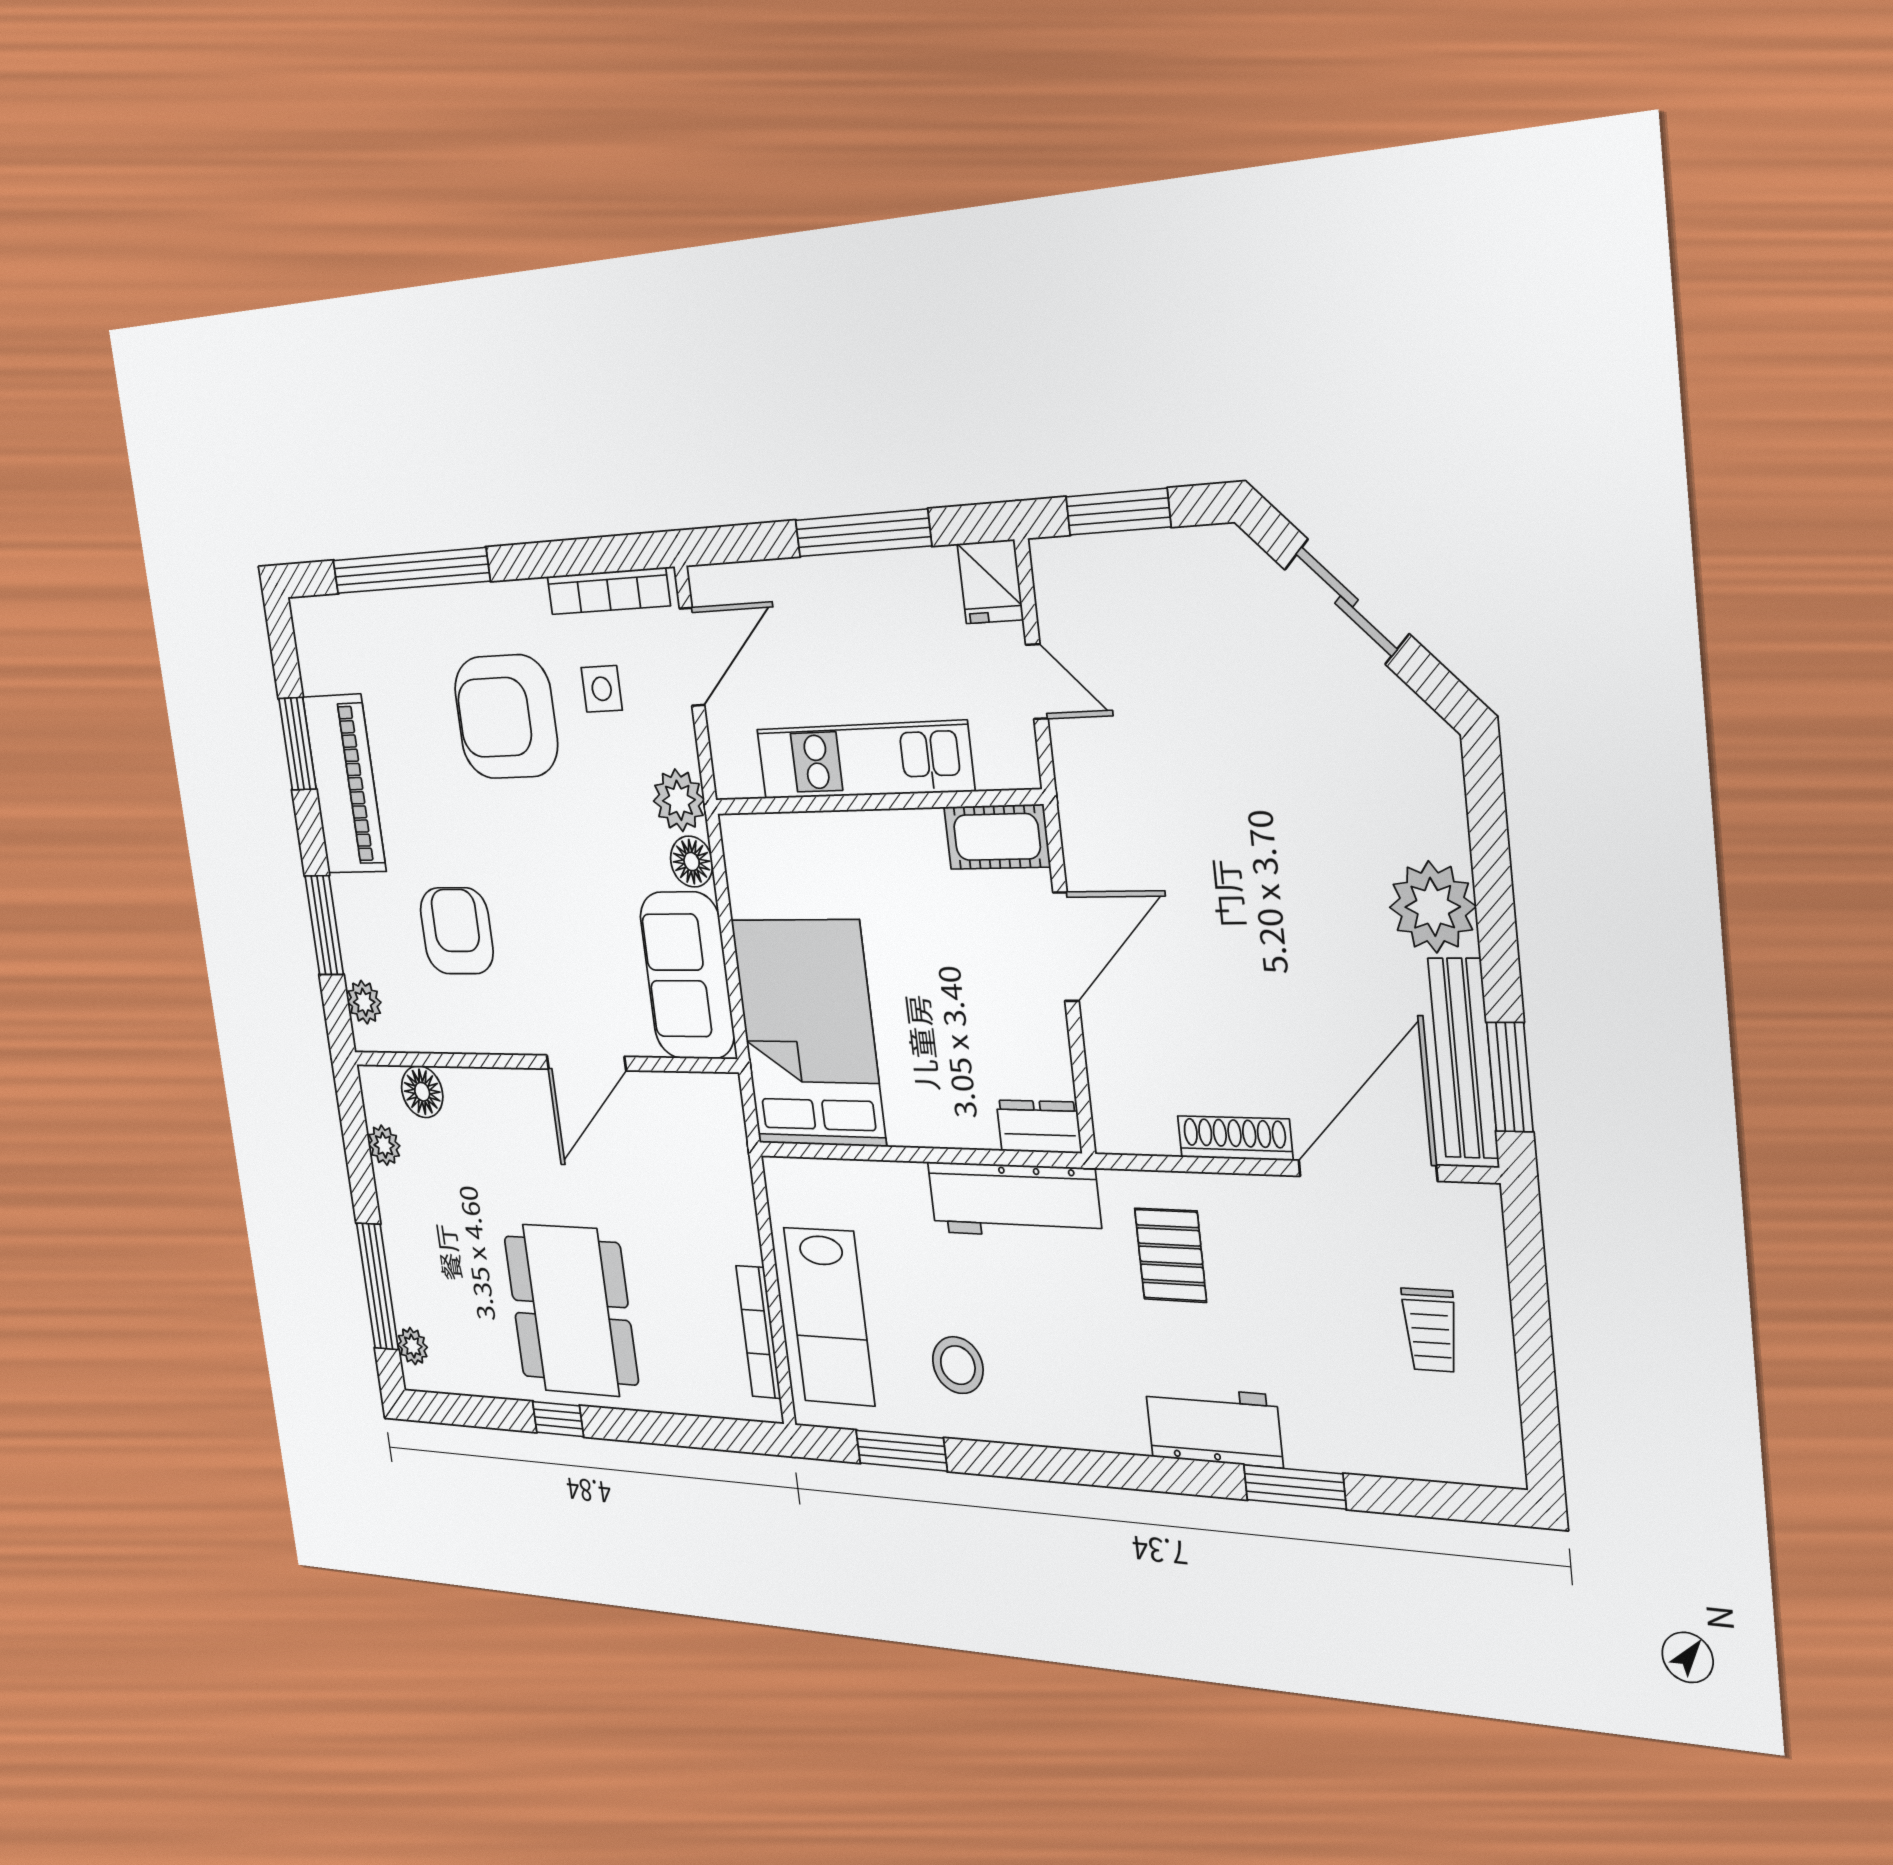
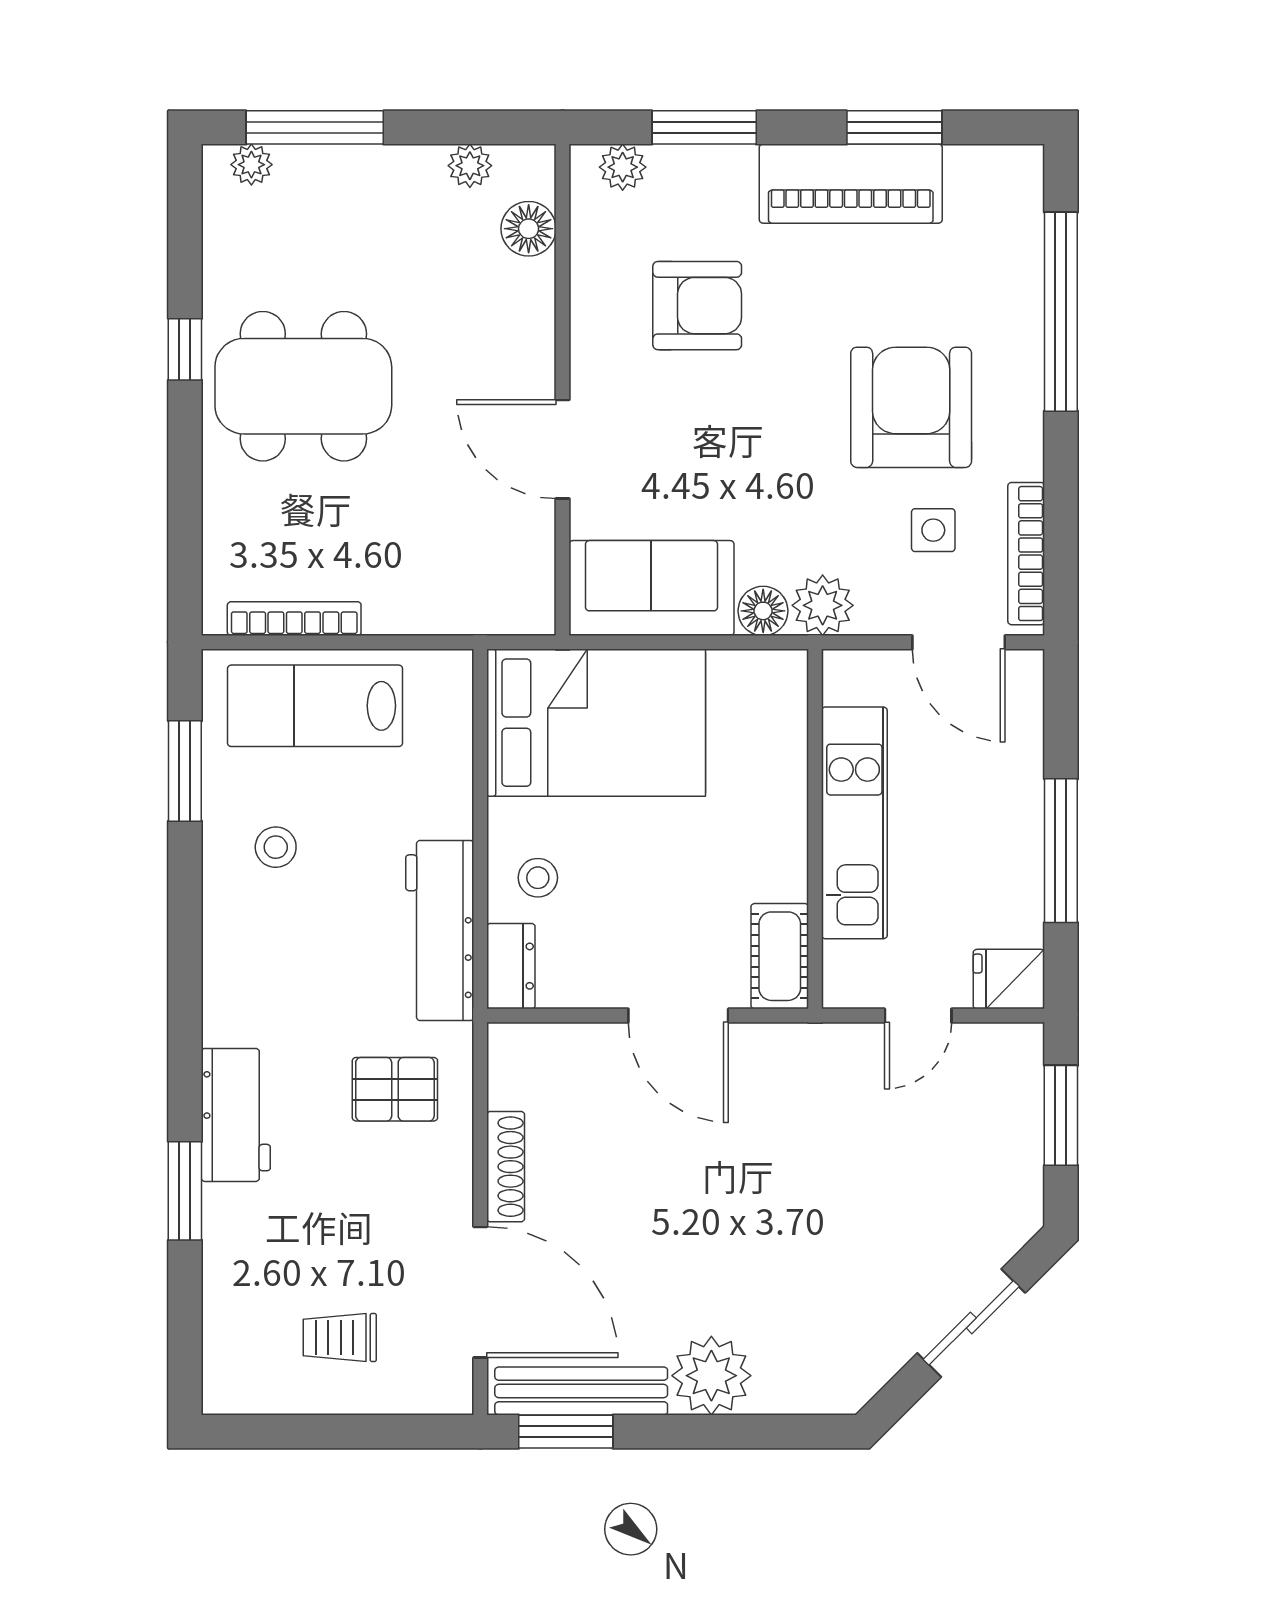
stool: (954, 1096) -> (538, 878), added
stool: (958, 1365) -> (276, 847), width x0.73, depth x0.73

